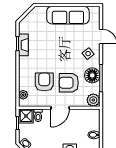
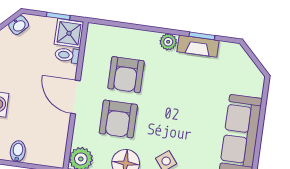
armchair: (44, 82) -> (126, 75), turned 90
armchair: (69, 83) -> (118, 119), turned 180
plant: (23, 95) -> (168, 42), moved

